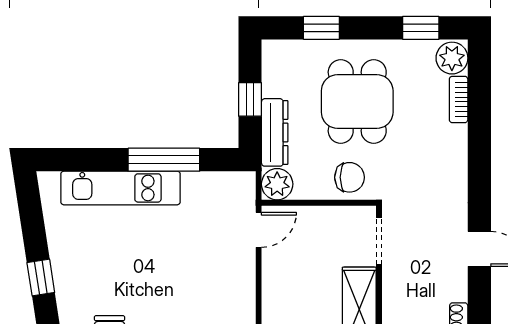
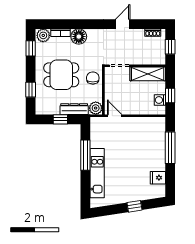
floor lamp: (449, 144) -> (79, 37), added

